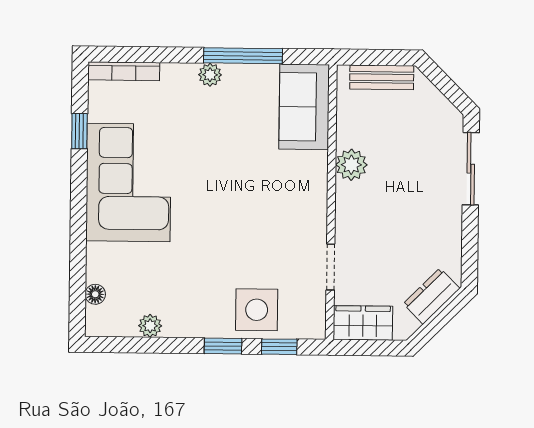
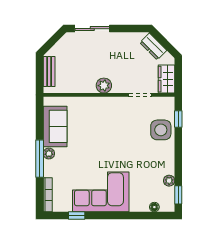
window: (243, 56) -> (40, 159), moved
sofa: (304, 107) -> (55, 126), moved, turned -90
plant: (351, 165) -> (104, 86), moved
window: (223, 346) -> (178, 195), moved

